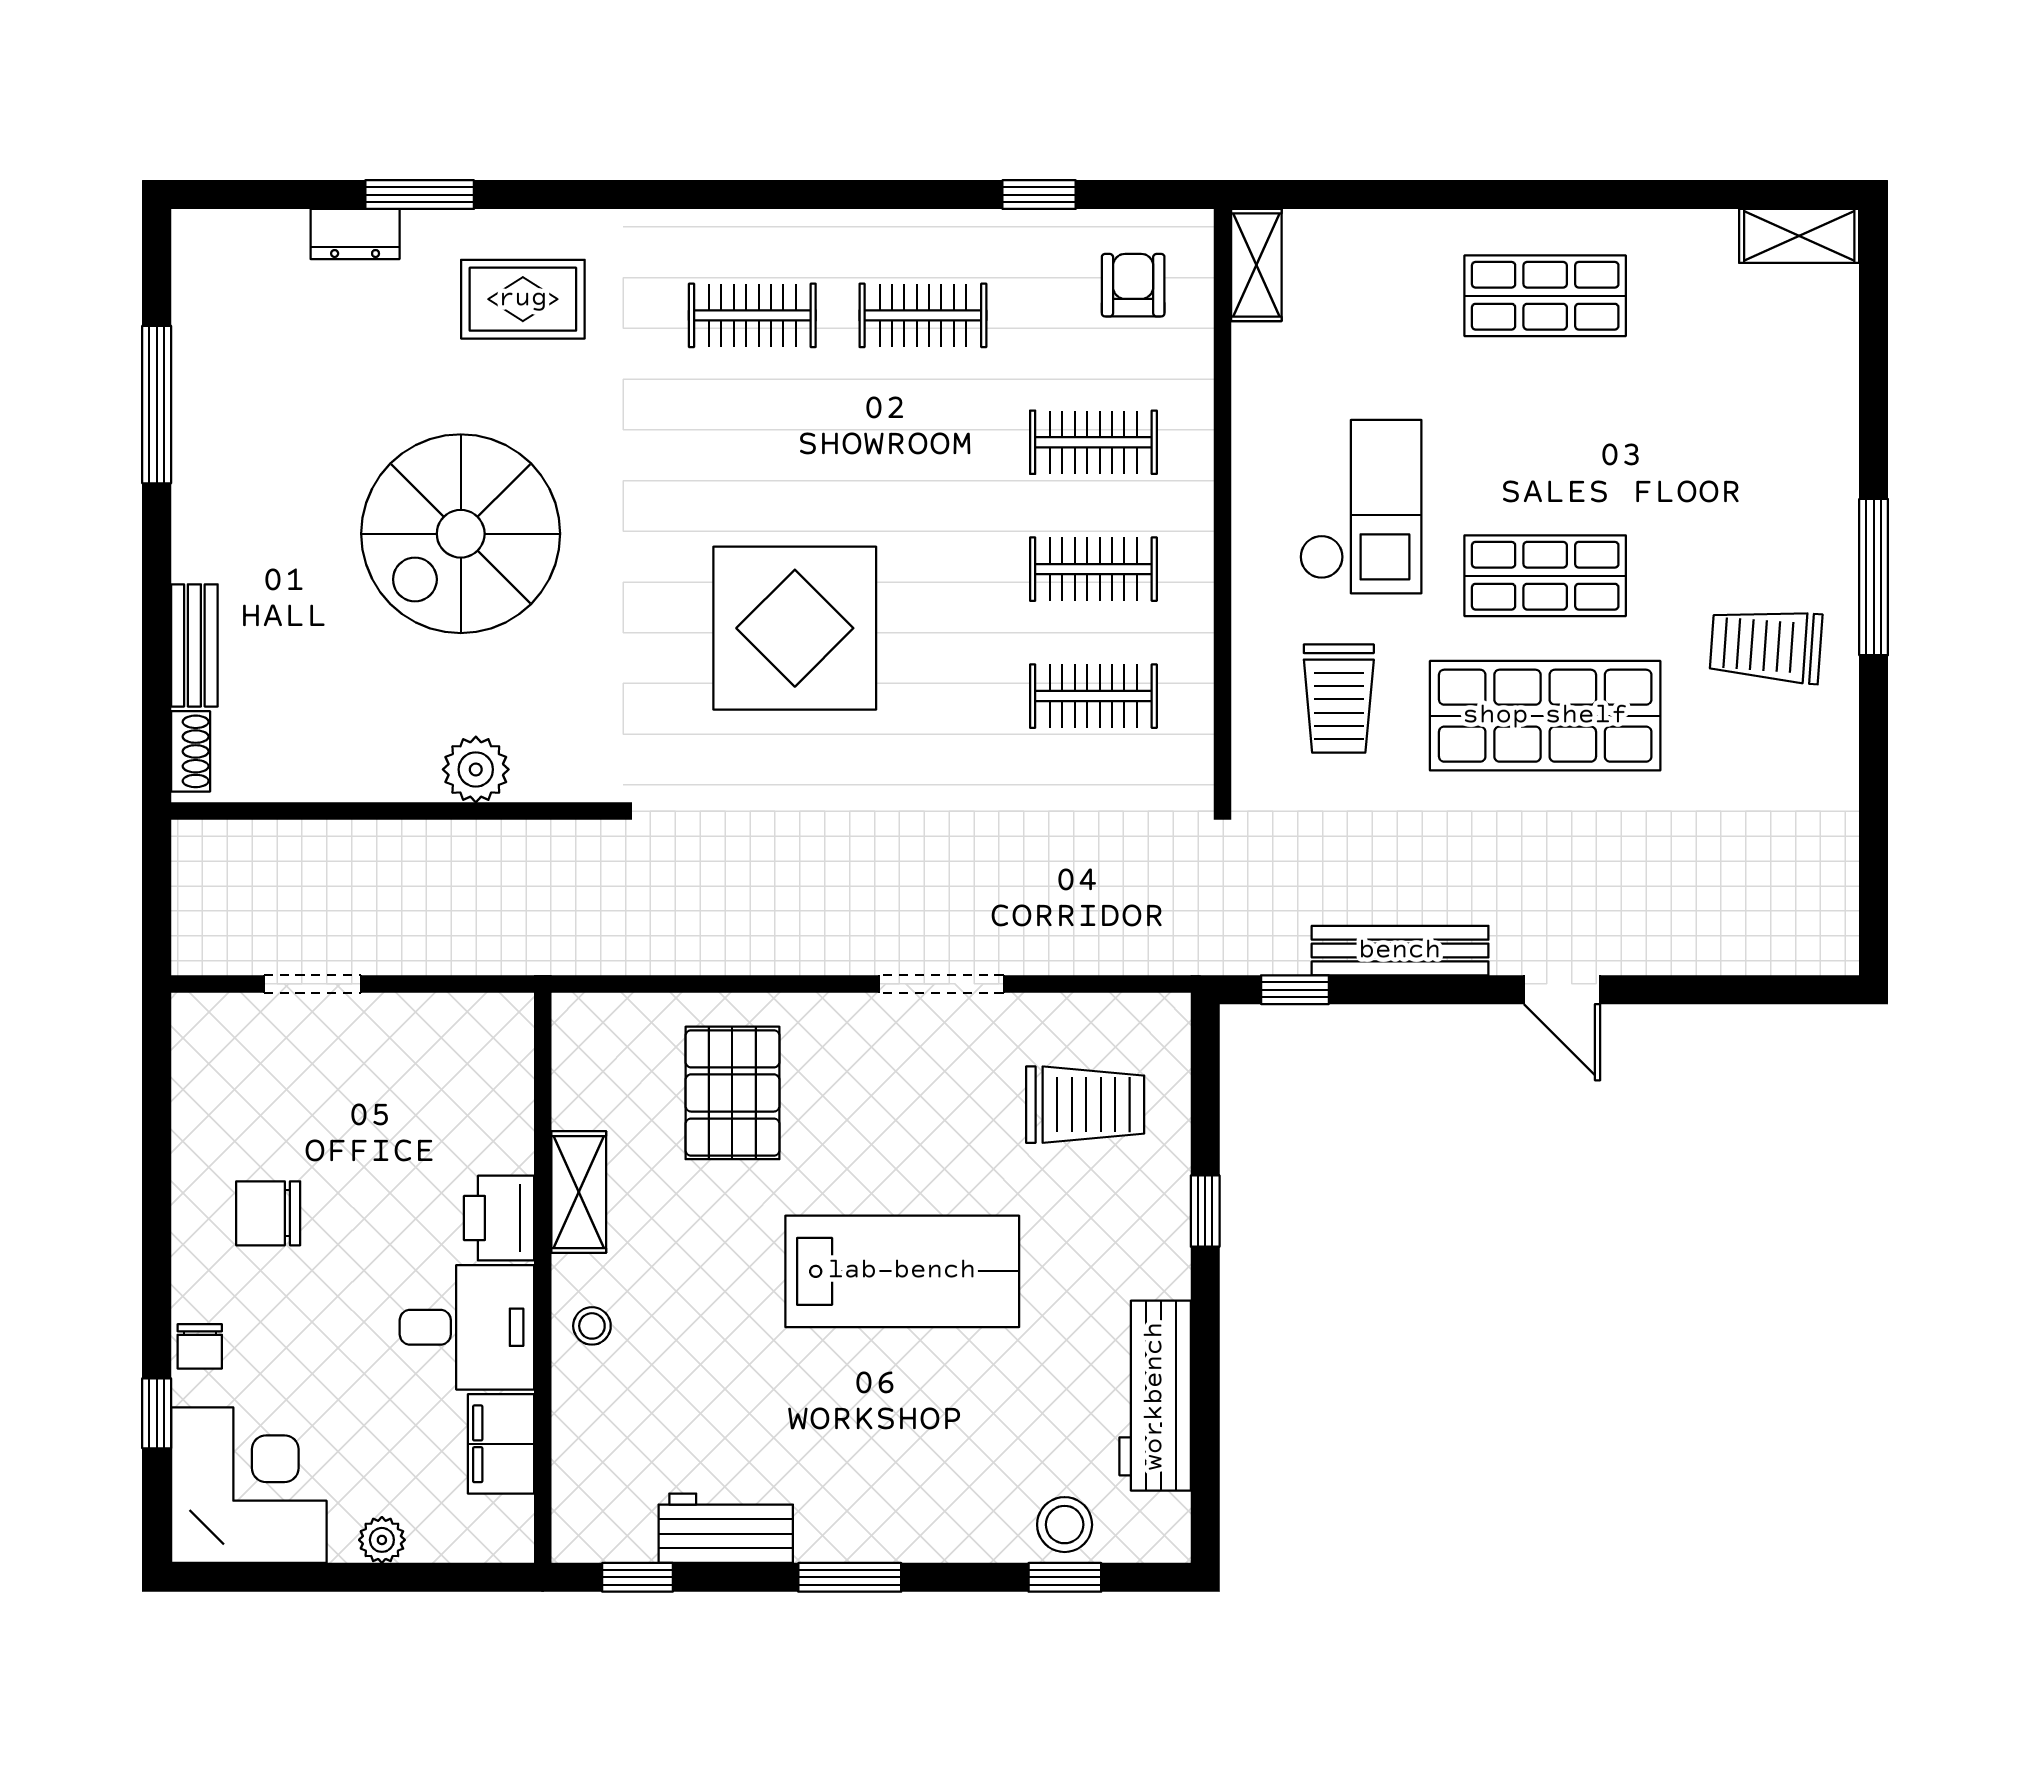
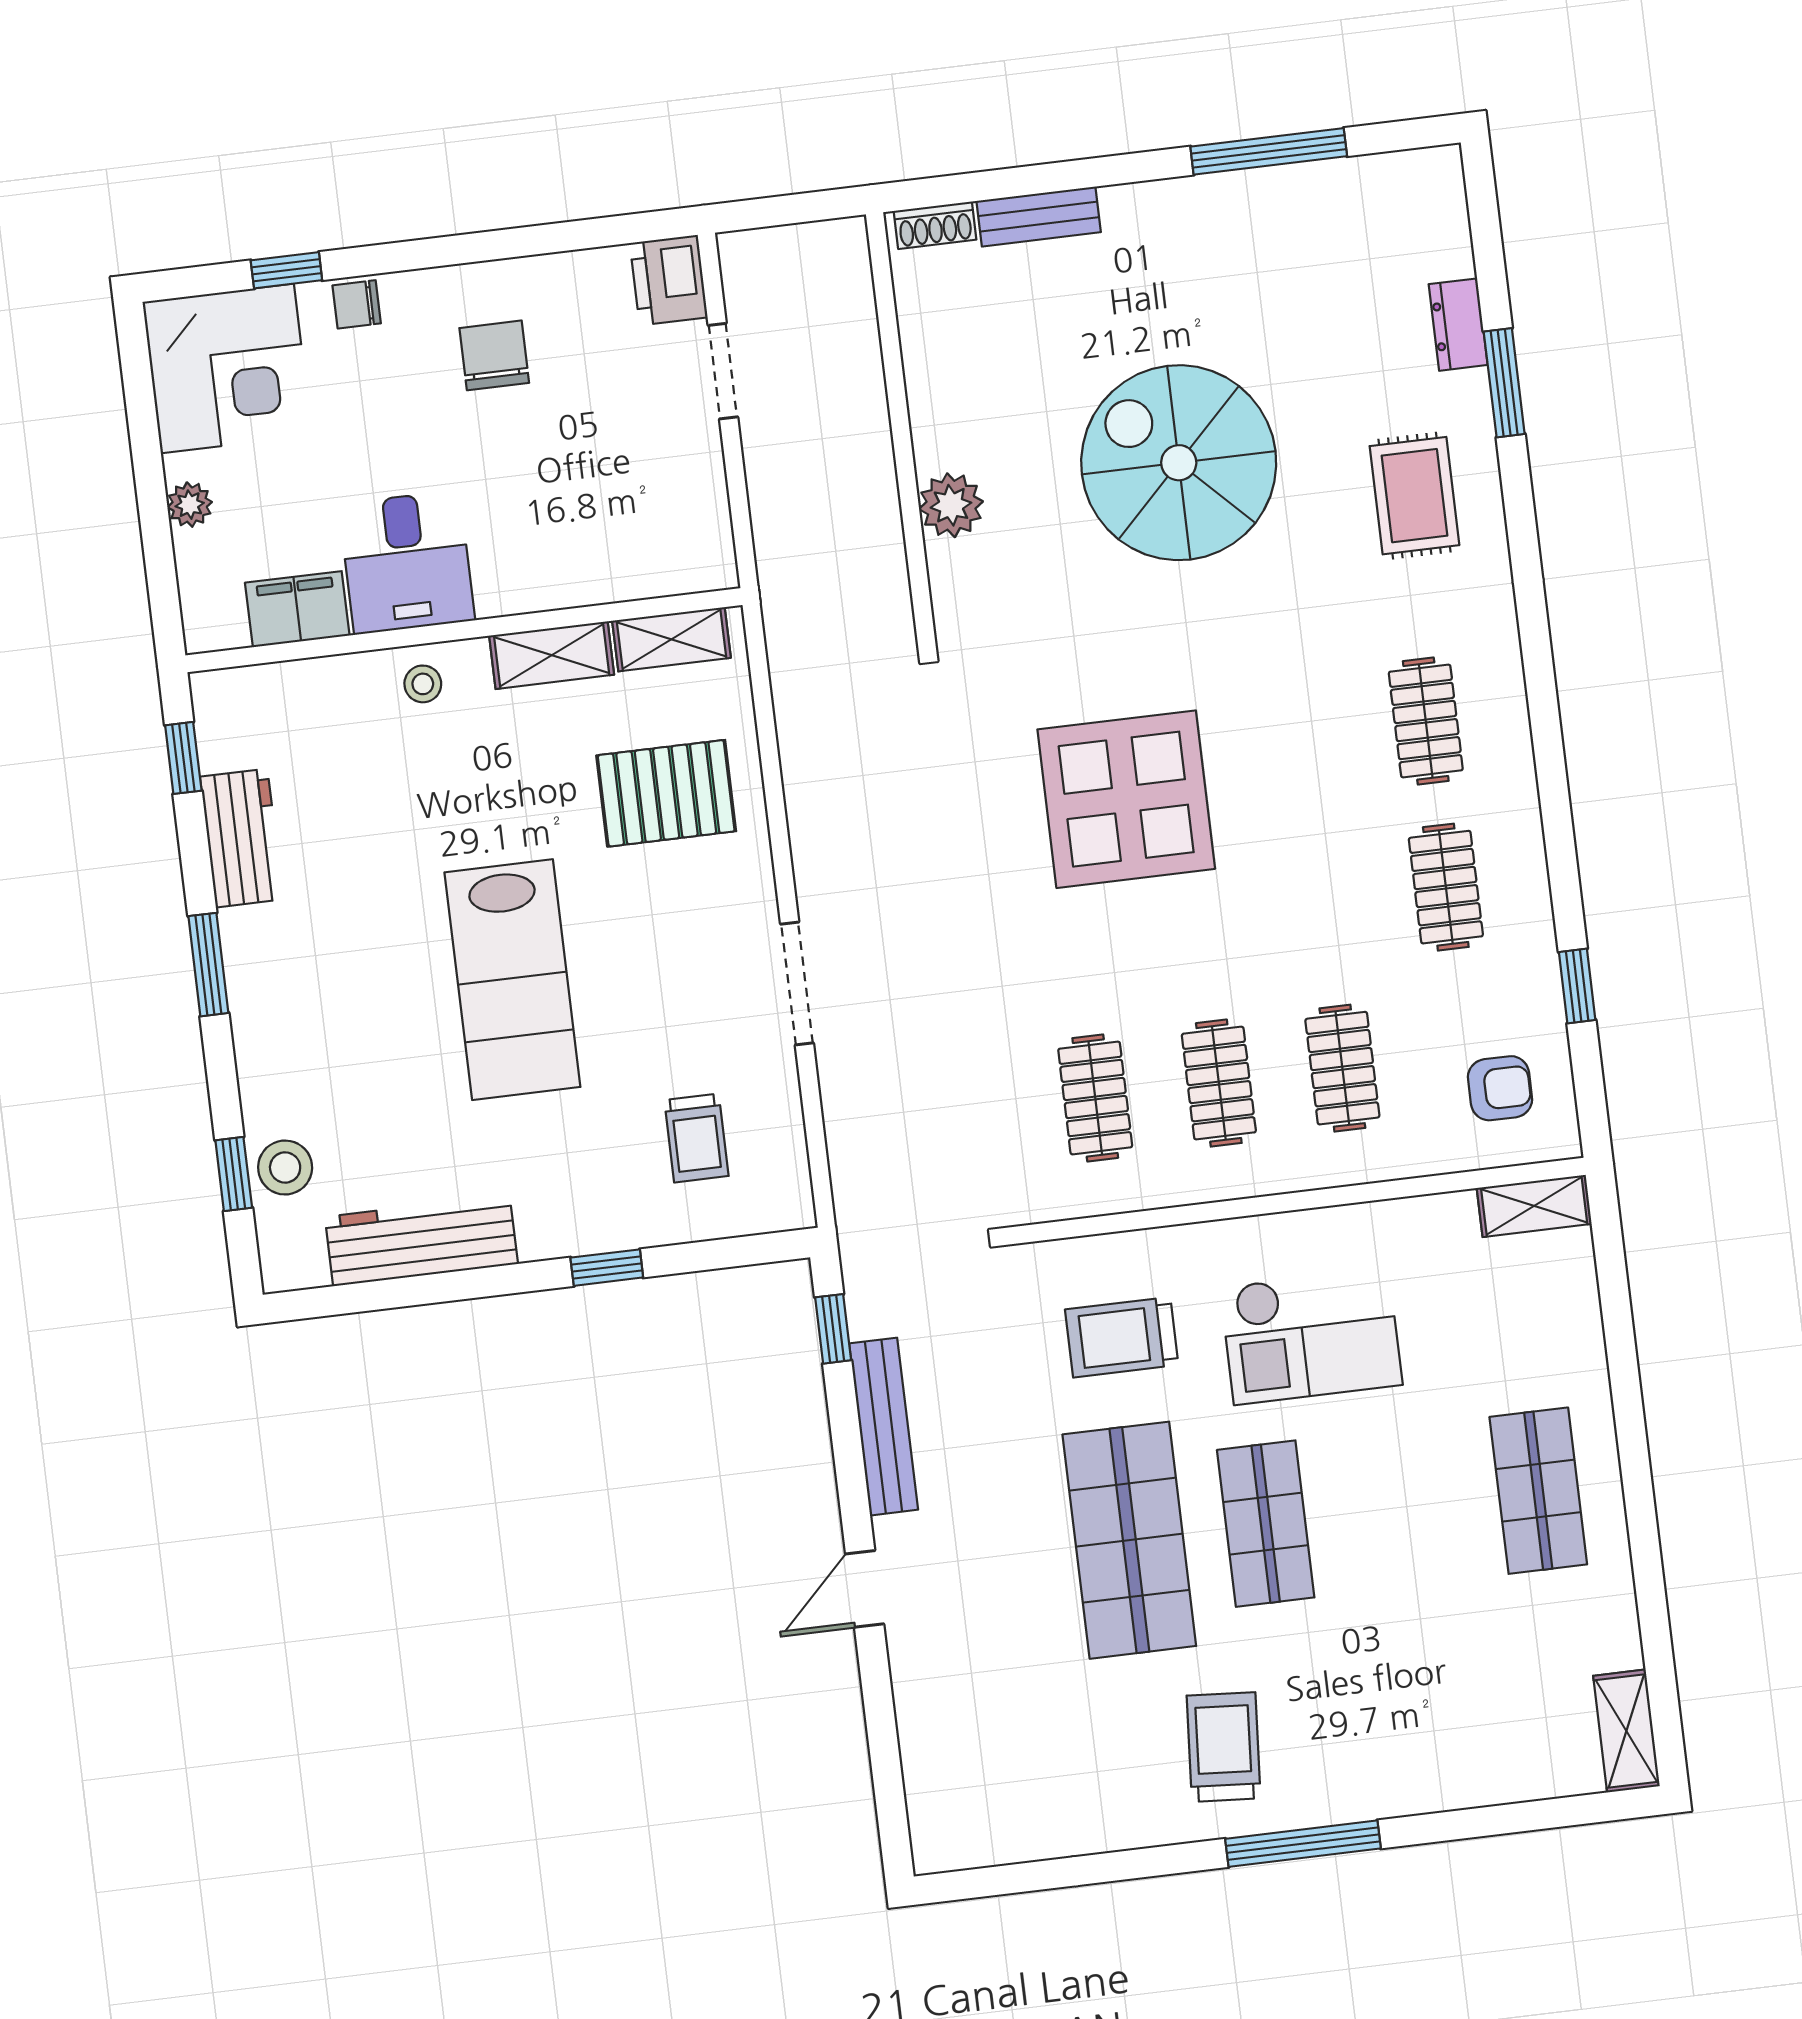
shelving: (577, 1069) -> (671, 639), added
trolley: (1085, 1105) -> (696, 1138), width x0.73, depth x0.72
printer: (499, 1218) -> (669, 280), moved, turned -90

